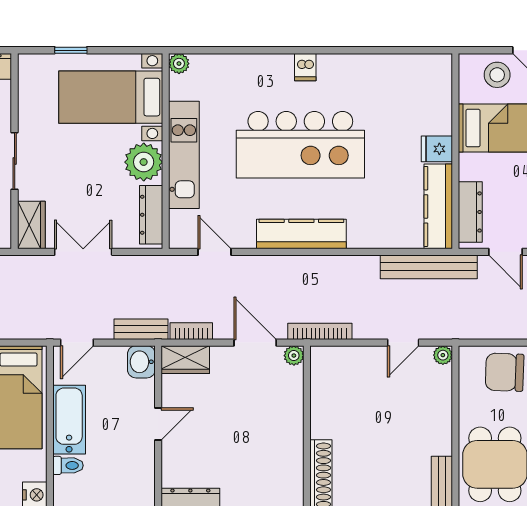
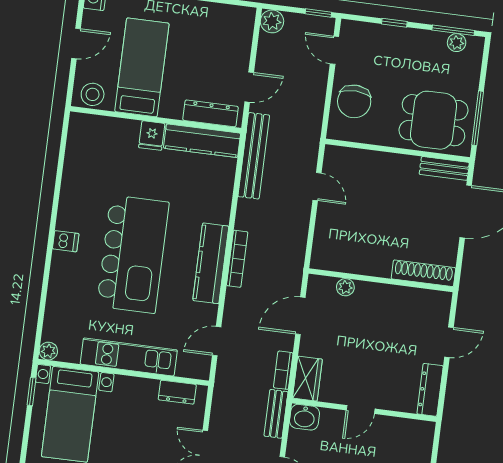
window: (71, 50) -> (31, 392), moved
stool: (497, 75) -> (93, 94), moved
plant: (144, 162) -> (130, 393), removed
dresser: (151, 215) -> (177, 392), width x0.70
bookcase: (320, 331) -> (237, 259), moved, turned 180
plant: (443, 355) -> (332, 153), removed
plant: (294, 356) -> (345, 287), moved
door: (158, 424) -> (361, 410), swing flipped

